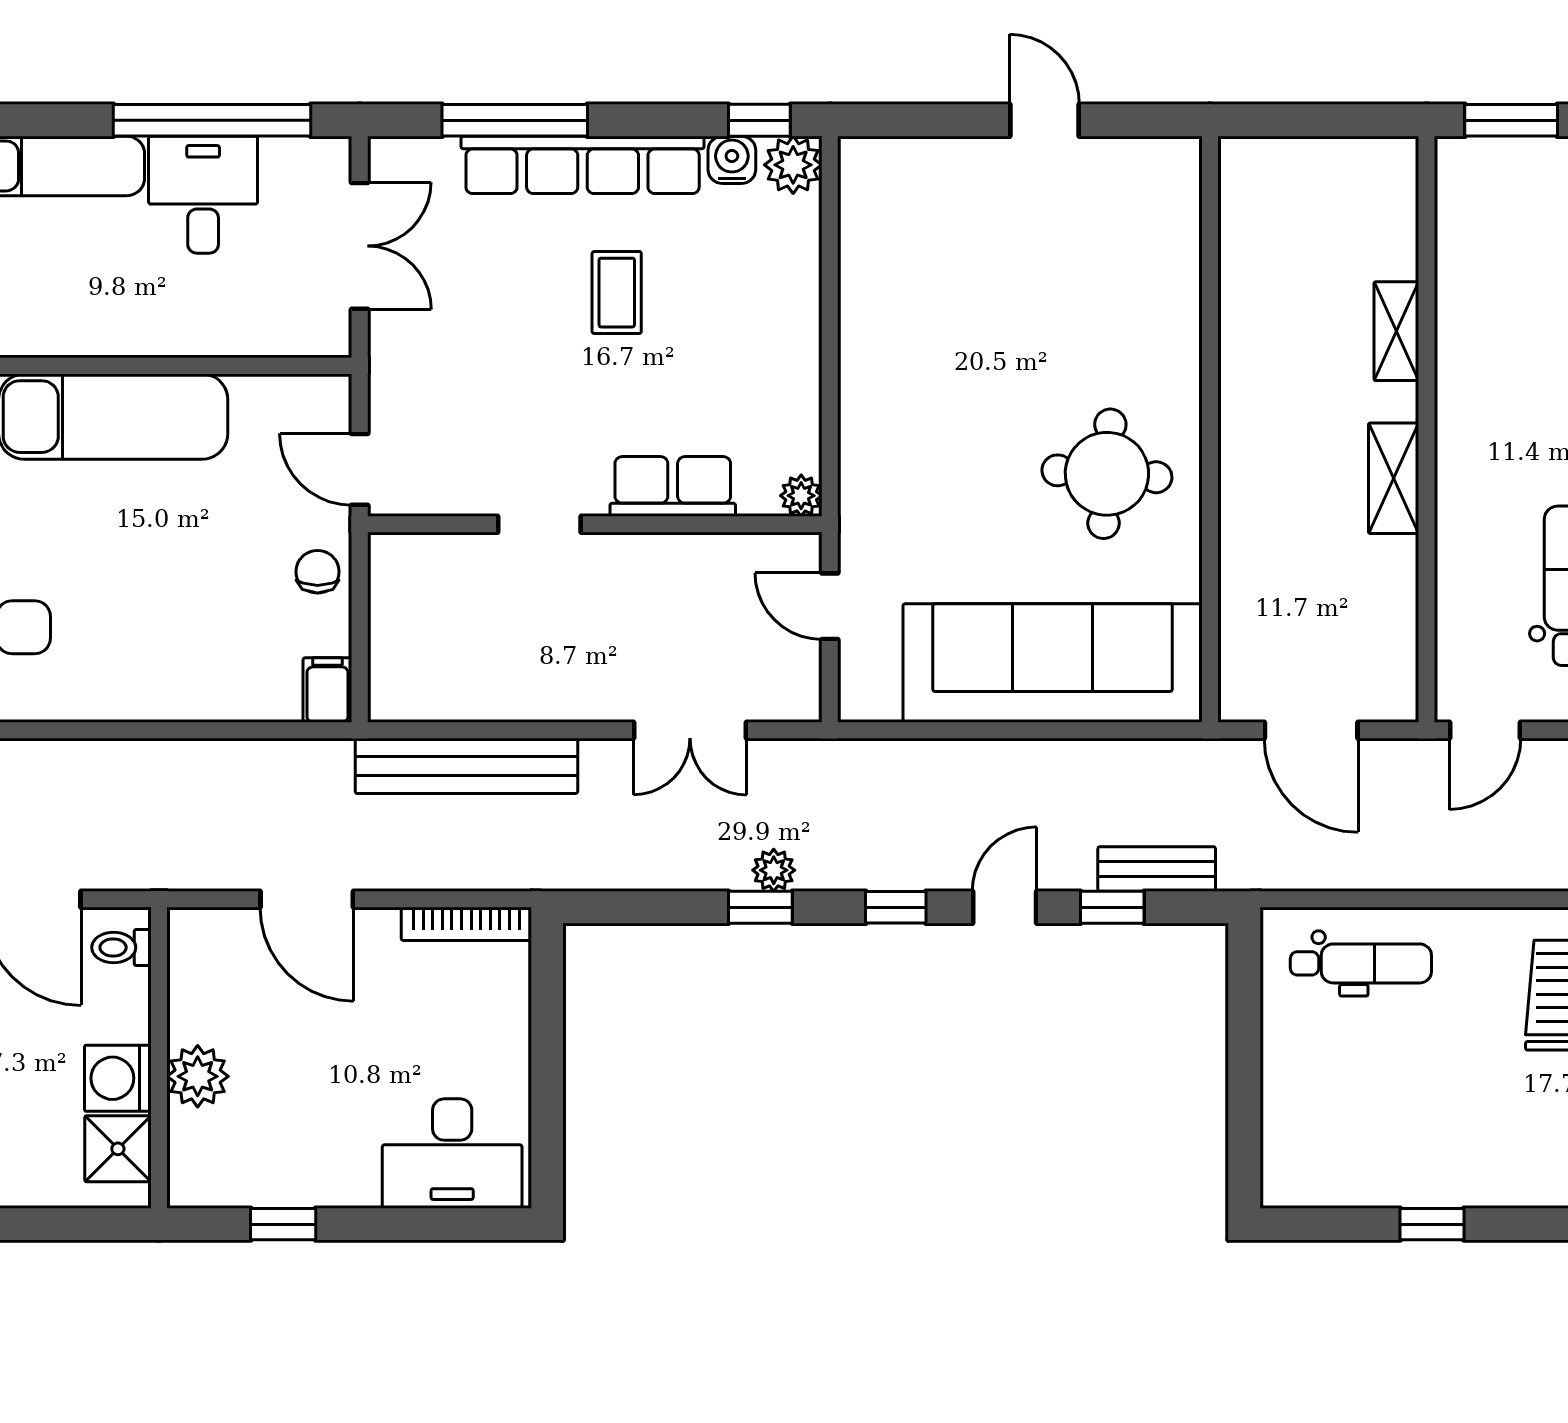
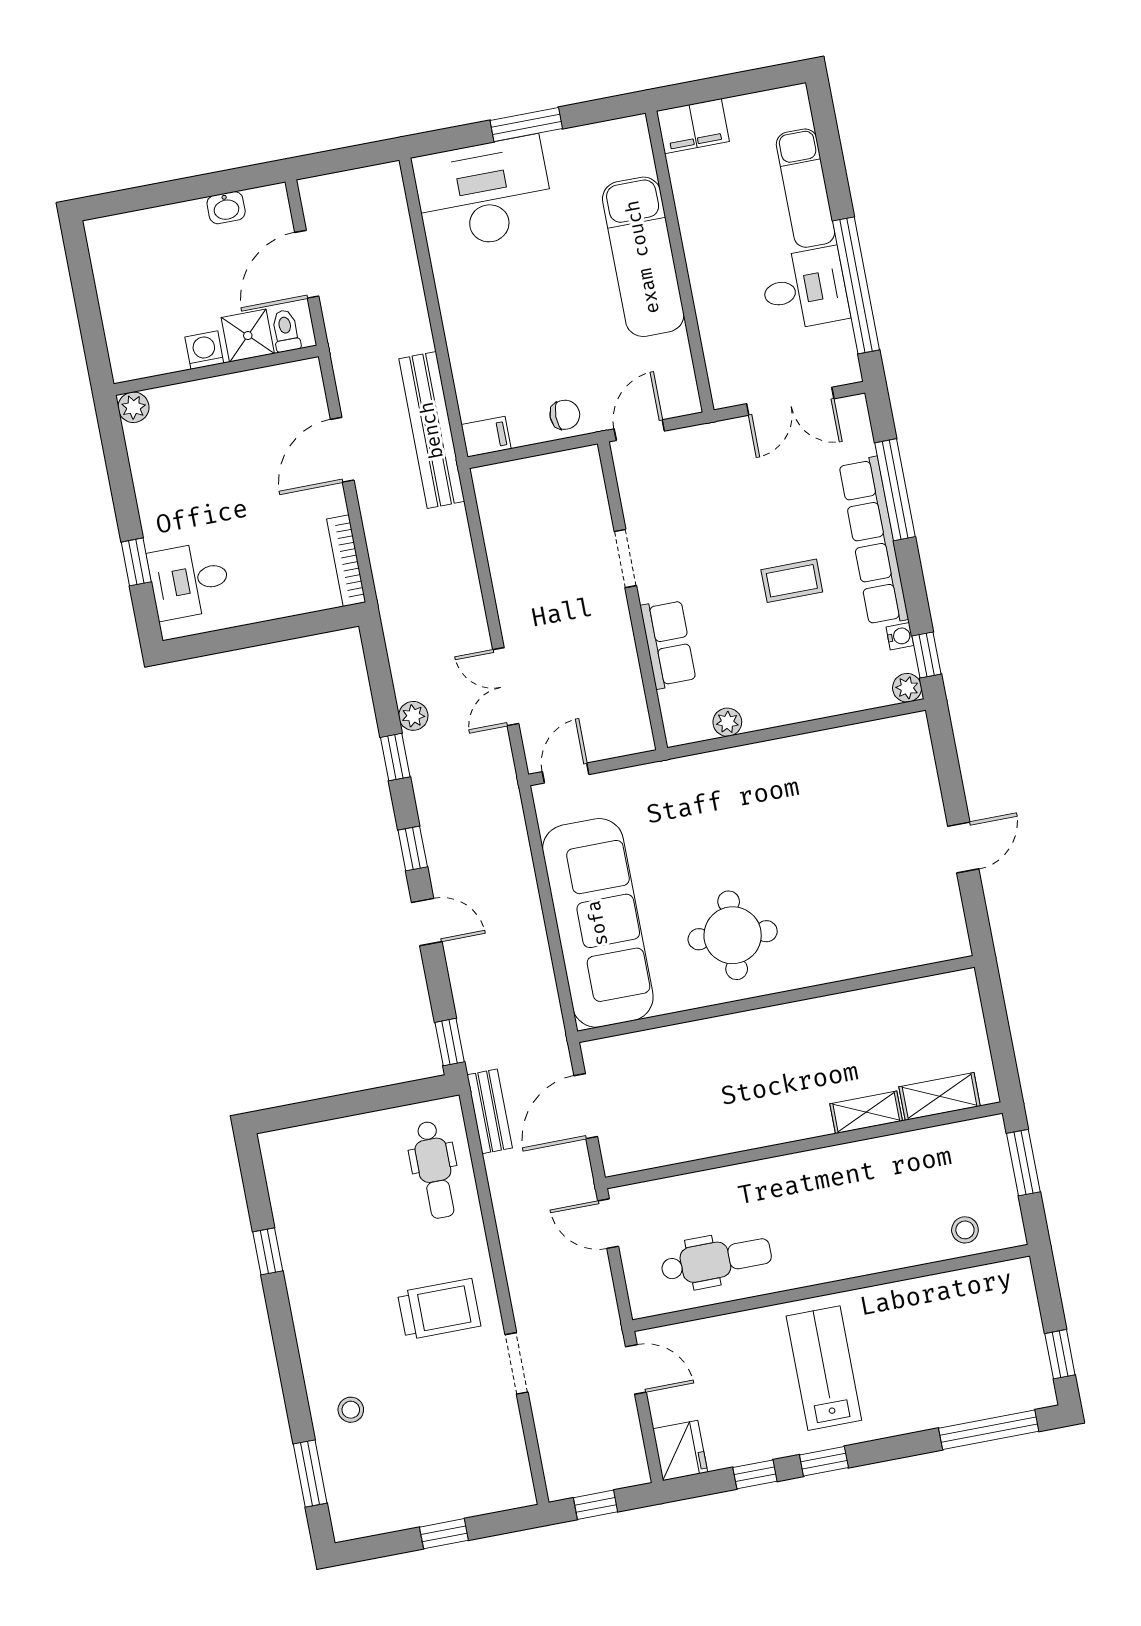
water cooler: (732, 160) -> (900, 636), width x0.72, depth x0.72
plant: (793, 165) -> (907, 688), width x0.73, depth x0.73
shelving: (1394, 478) -> (940, 1096), moved
plant: (801, 496) -> (727, 722), moved
door: (830, 606) -> (566, 773), moved
bench: (466, 766) -> (432, 430), moved
bench: (1157, 869) -> (490, 1111), moved
plant: (774, 870) -> (413, 716), moved
window: (1112, 907) -> (450, 1042), moved
plant: (198, 1076) -> (133, 407), moved, width x0.73, depth x0.73
washing machine: (118, 1078) -> (204, 350), width x0.73, depth x0.73
shower: (118, 1149) -> (248, 336), moved
desk: (452, 1153) -> (189, 581), width x0.73
window: (283, 1224) -> (136, 562), moved

